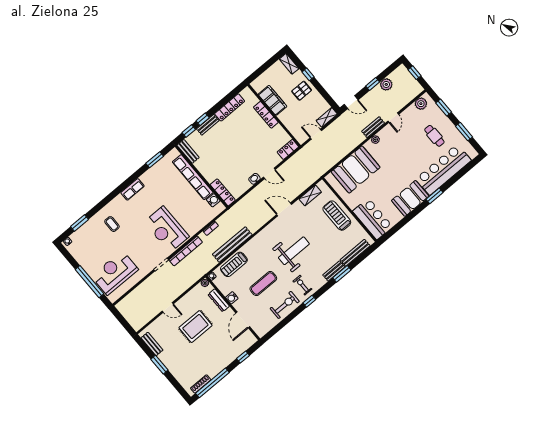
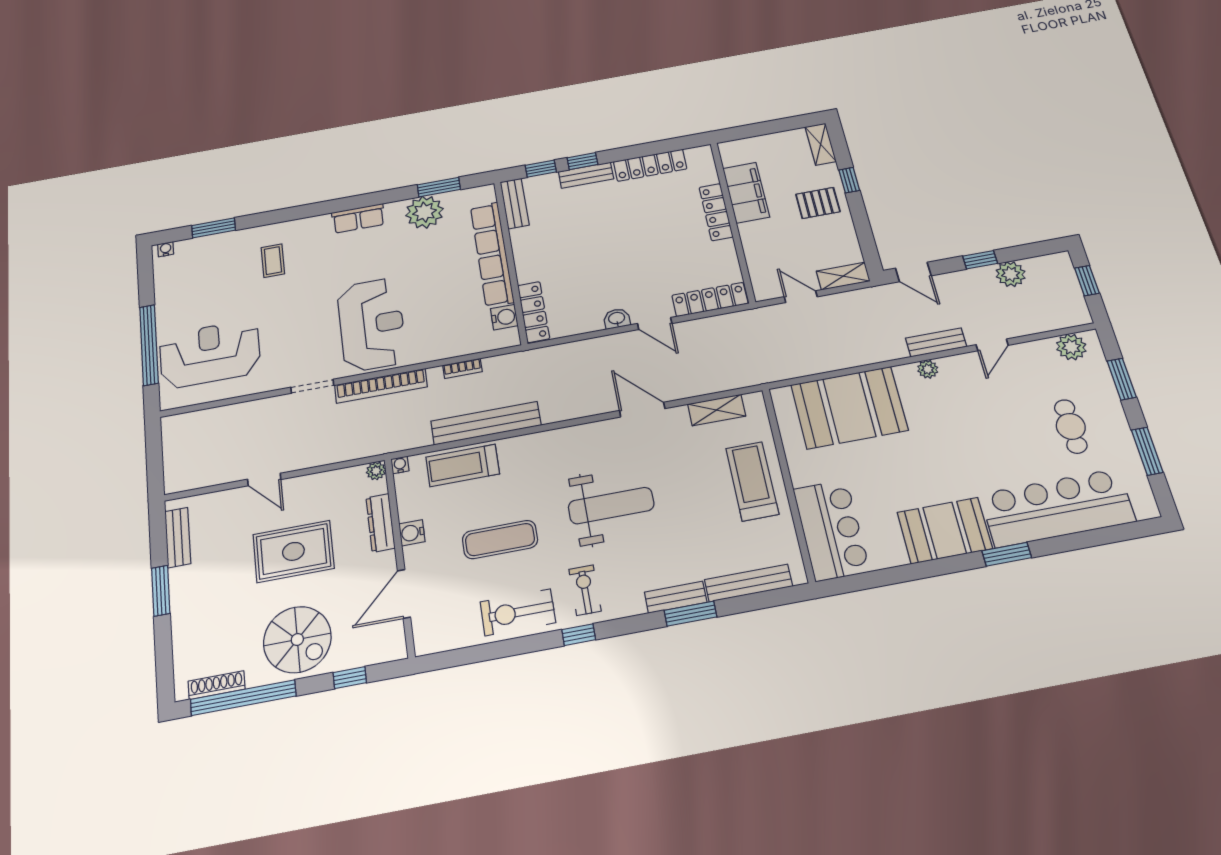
locker: (288, 149) -> (710, 299), width x1.53
plant: (156, 173) -> (424, 212), added
reception desk: (166, 229) -> (372, 324), turned 180
exercise bike: (285, 305) -> (518, 612), turned 180
spiral stairs: (217, 355) -> (297, 640), added

